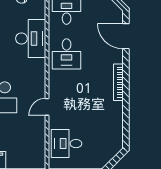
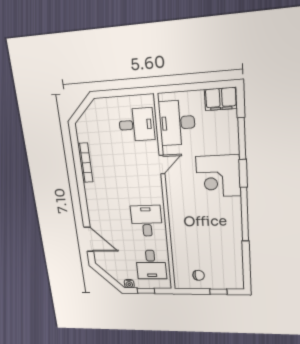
desk: (31, 39) -> (177, 123), moved
bookcase: (118, 82) -> (85, 163), moved

